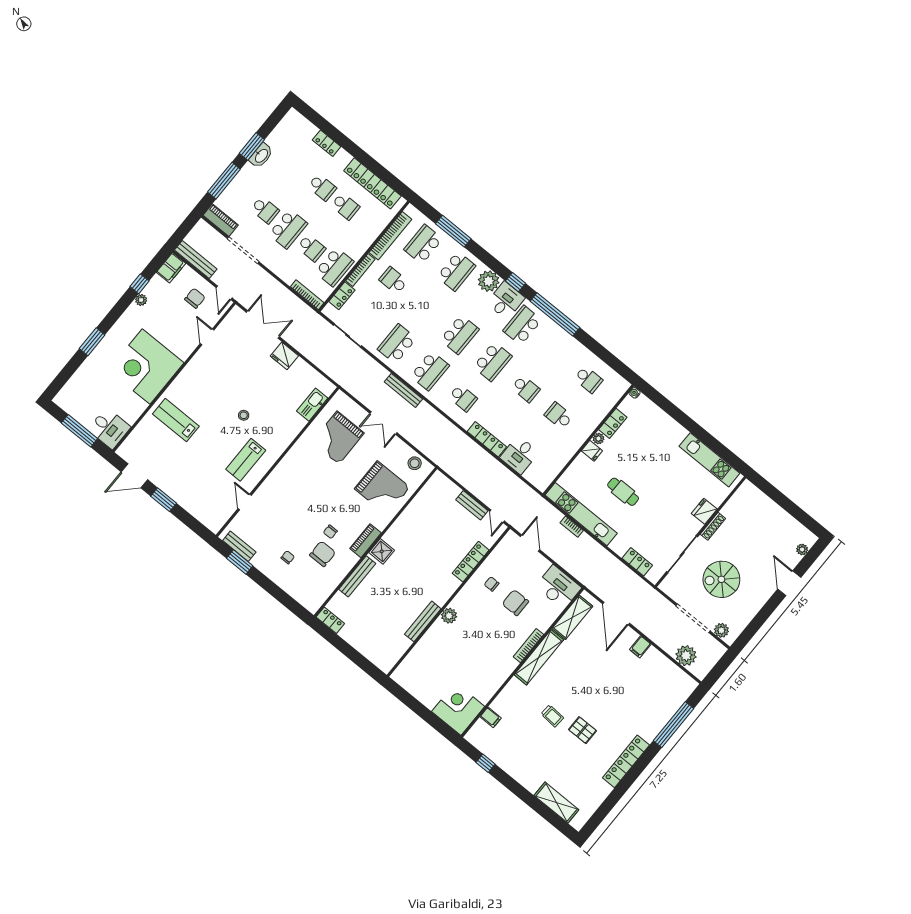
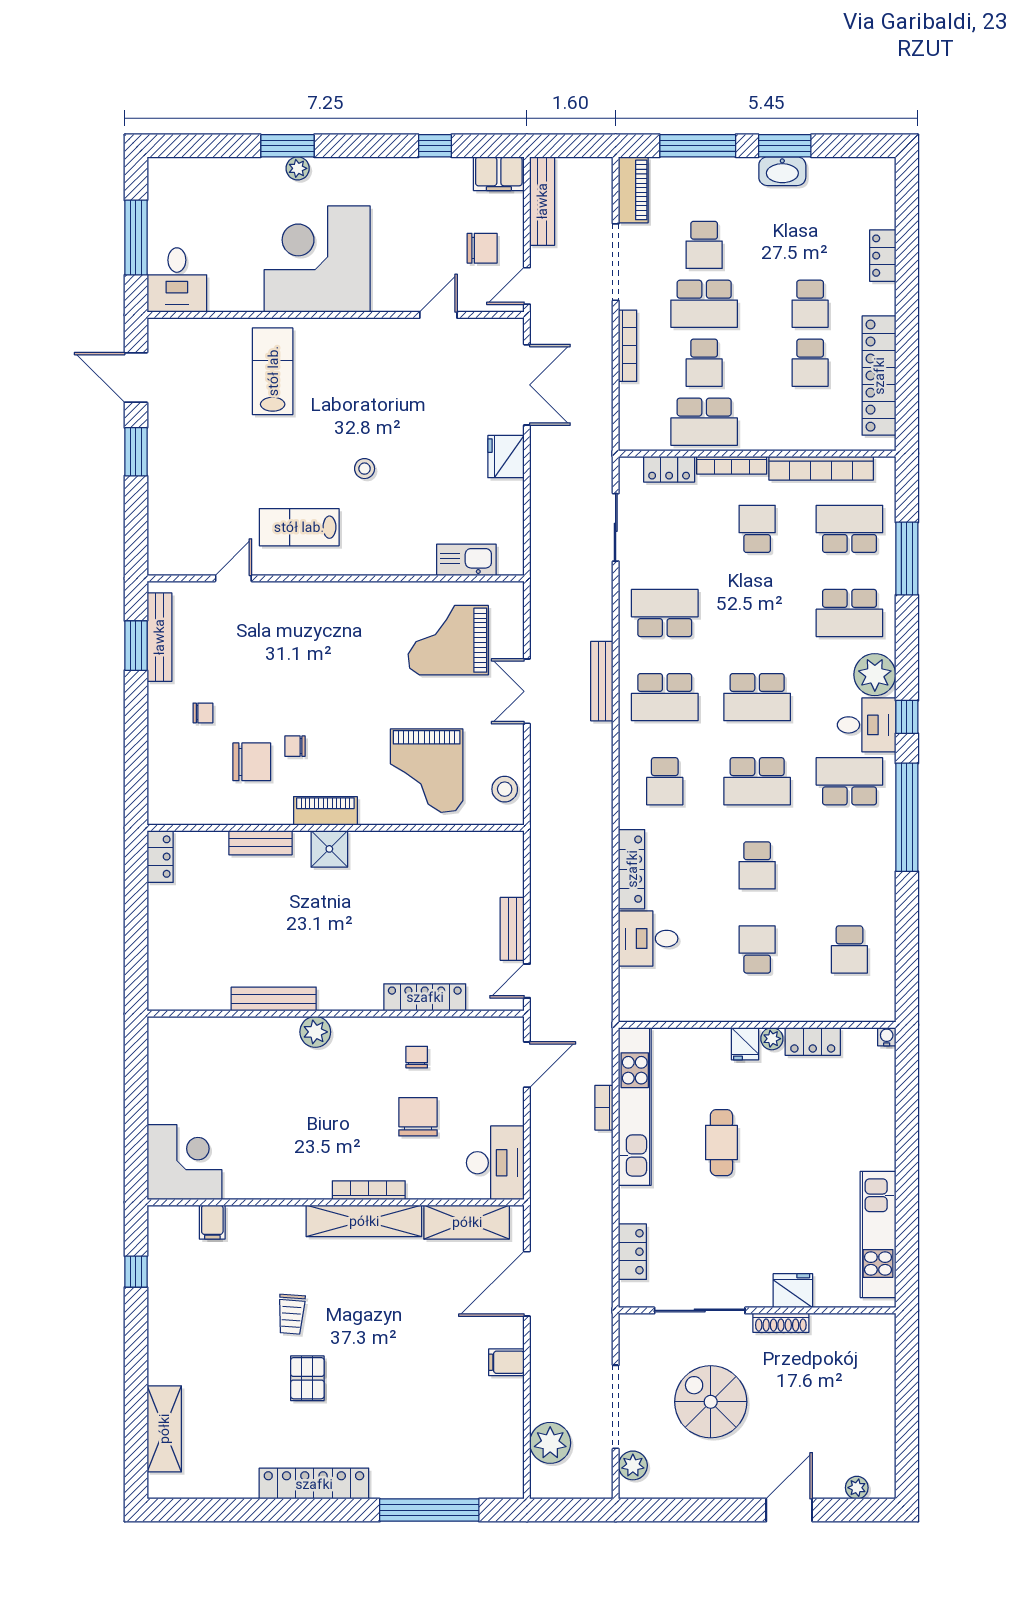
bookcase: (307, 295) -> (628, 346), moved
plant: (141, 300) -> (298, 168), moved
bench: (239, 546) -> (159, 637), width x1.36
bench: (357, 576) -> (260, 843), width x0.73

